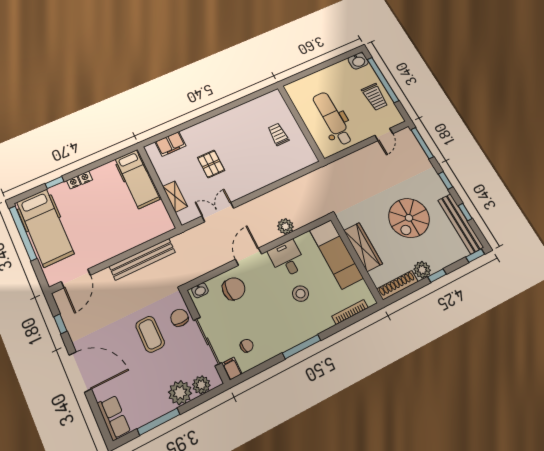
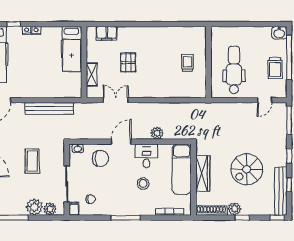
chair: (179, 318) -> (56, 160), removed

